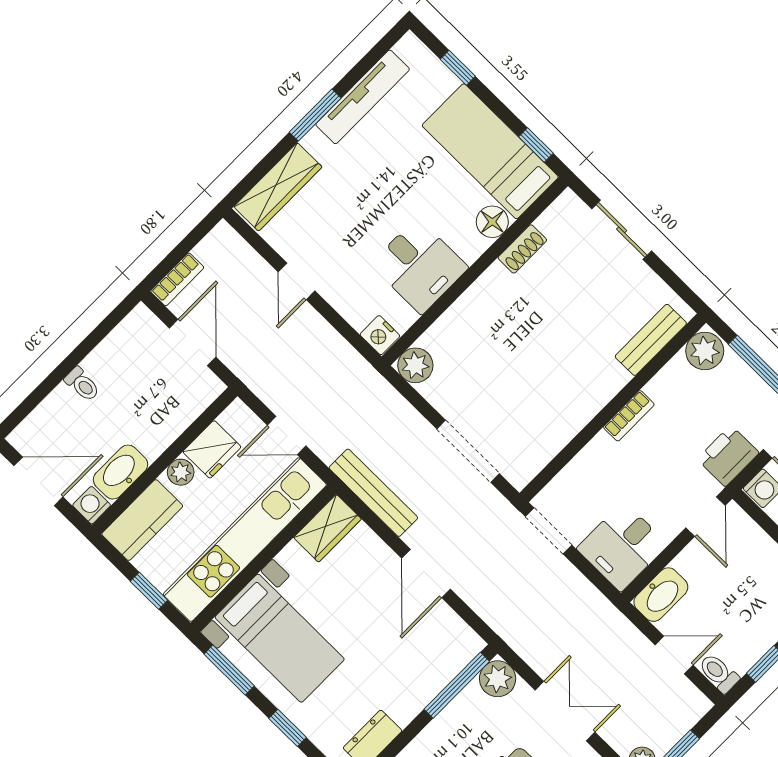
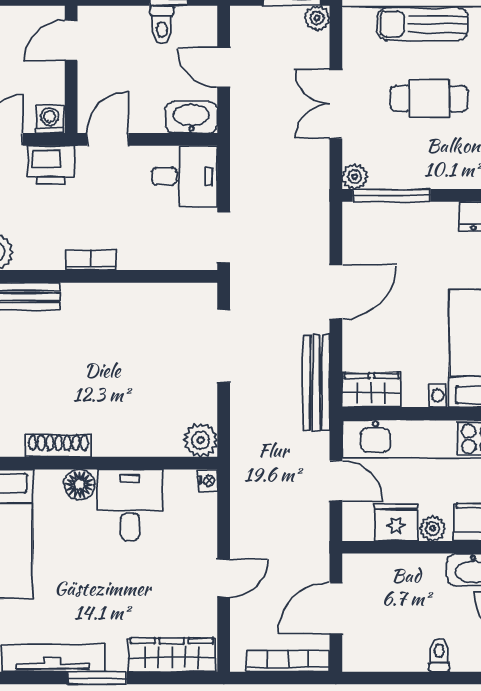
floor lamp: (492, 222) -> (79, 485), moved
shoe rack: (522, 249) -> (59, 446), width x1.43
bookcase: (177, 279) -> (288, 661), width x1.56
nightstand: (380, 335) -> (208, 481), width x0.72, depth x0.74
toilet: (719, 673) -> (162, 25), moved
plant: (498, 679) -> (355, 177), width x0.73, depth x0.73

